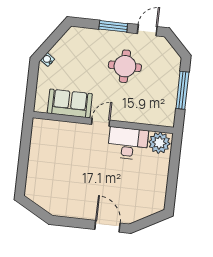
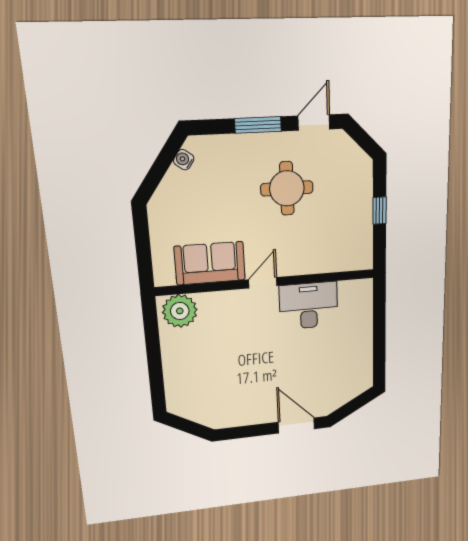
water cooler: (47, 60) -> (184, 160), moved
window: (182, 90) -> (379, 211), width x0.46
plant: (159, 143) -> (180, 311), moved

